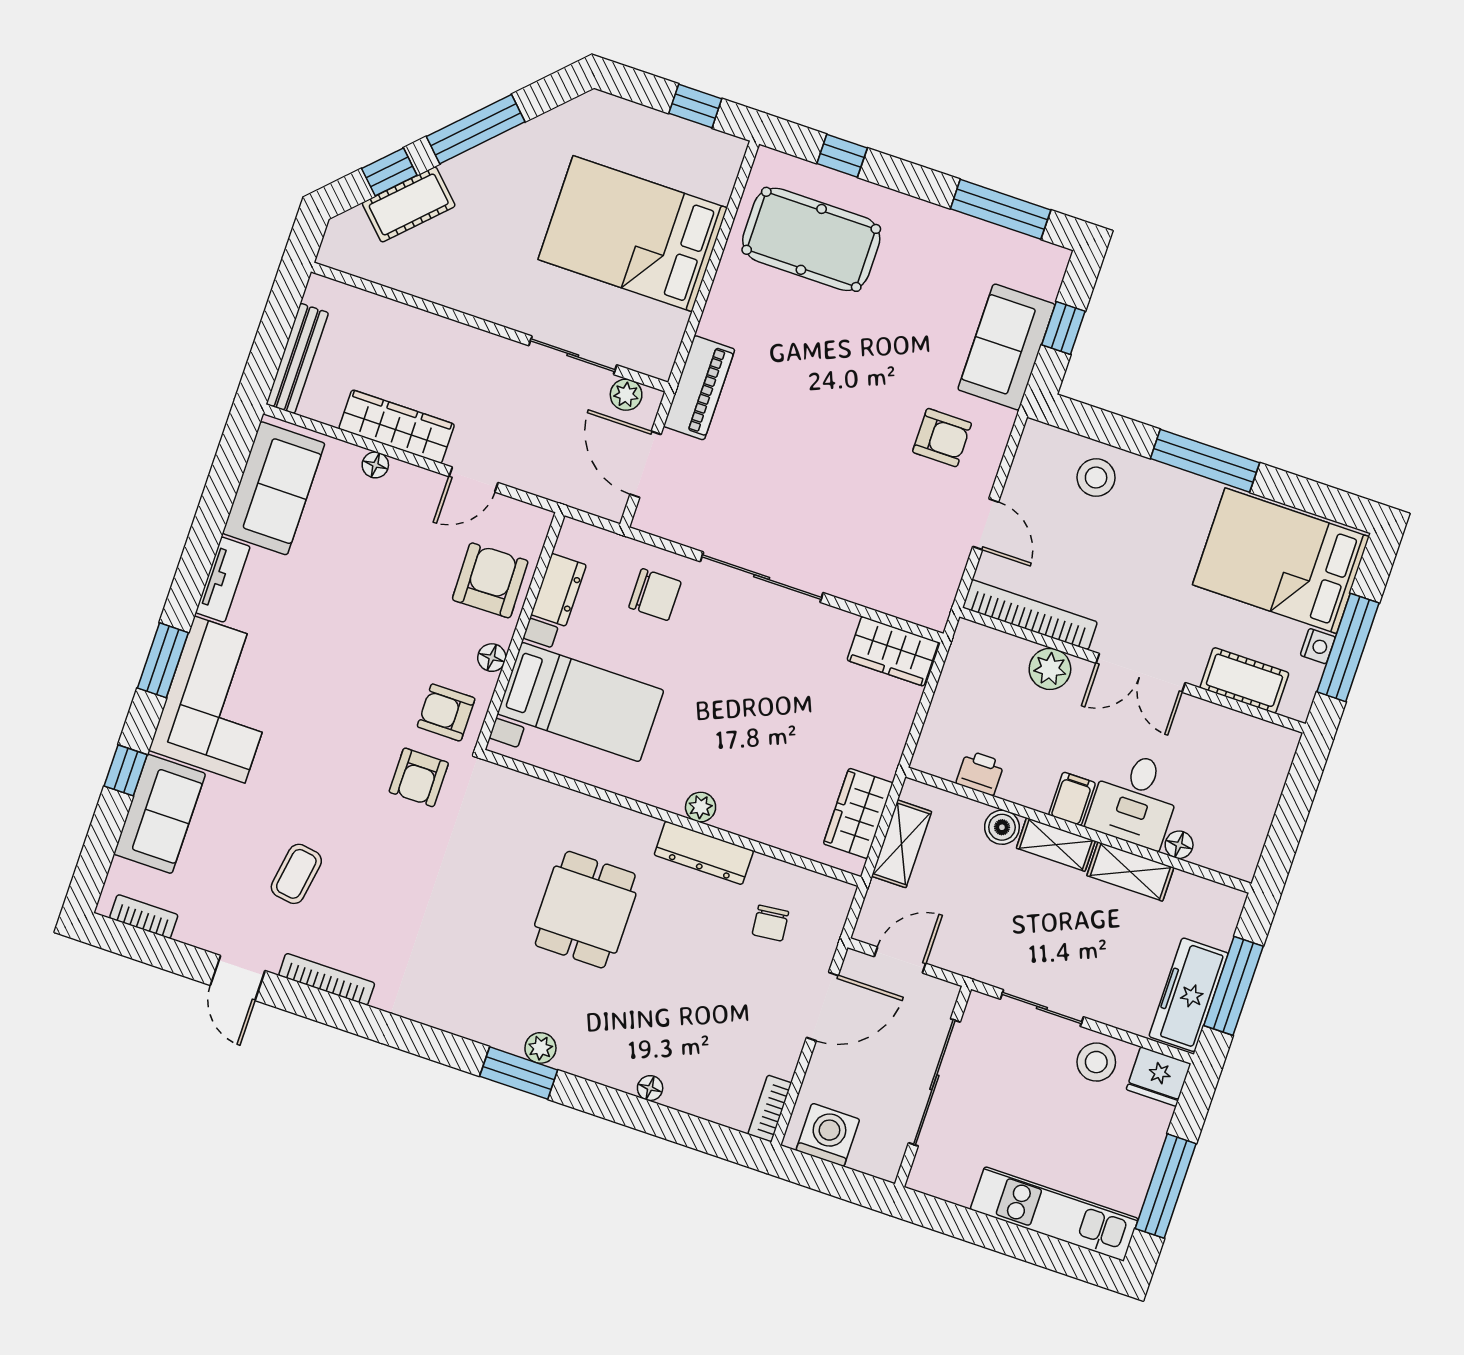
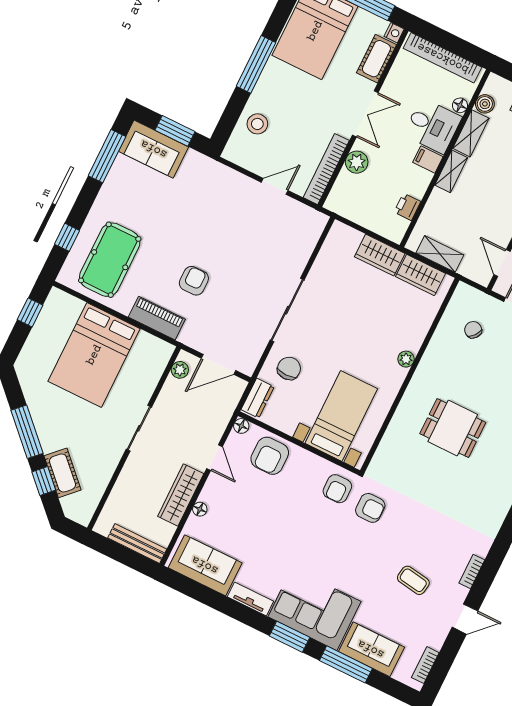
window: (1063, 328) -> (175, 131), width x1.50
sofa: (1006, 347) -> (154, 149), moved
sliding door: (573, 355) -> (139, 428), moved
piano: (699, 388) -> (157, 318), moved
armchair: (942, 438) -> (194, 281), moved
armchair: (490, 580) -> (270, 456), turned -89
dresser: (559, 590) -> (258, 398), moved, turned 90
nightstand: (1318, 646) -> (394, 33), moved, turned 90
wardrobe: (893, 651) -> (380, 255), moved, turned 90
floor lamp: (492, 658) -> (241, 426), moved
window: (126, 770) -> (346, 664), width x2.17
bookcase: (1262, 801) -> (443, 58), added
boiler: (1002, 827) -> (485, 104), moved
dresser: (704, 853) -> (431, 361), removed
chair: (770, 923) -> (473, 330), turned -136
bookcase: (327, 979) -> (472, 571), width x0.64

